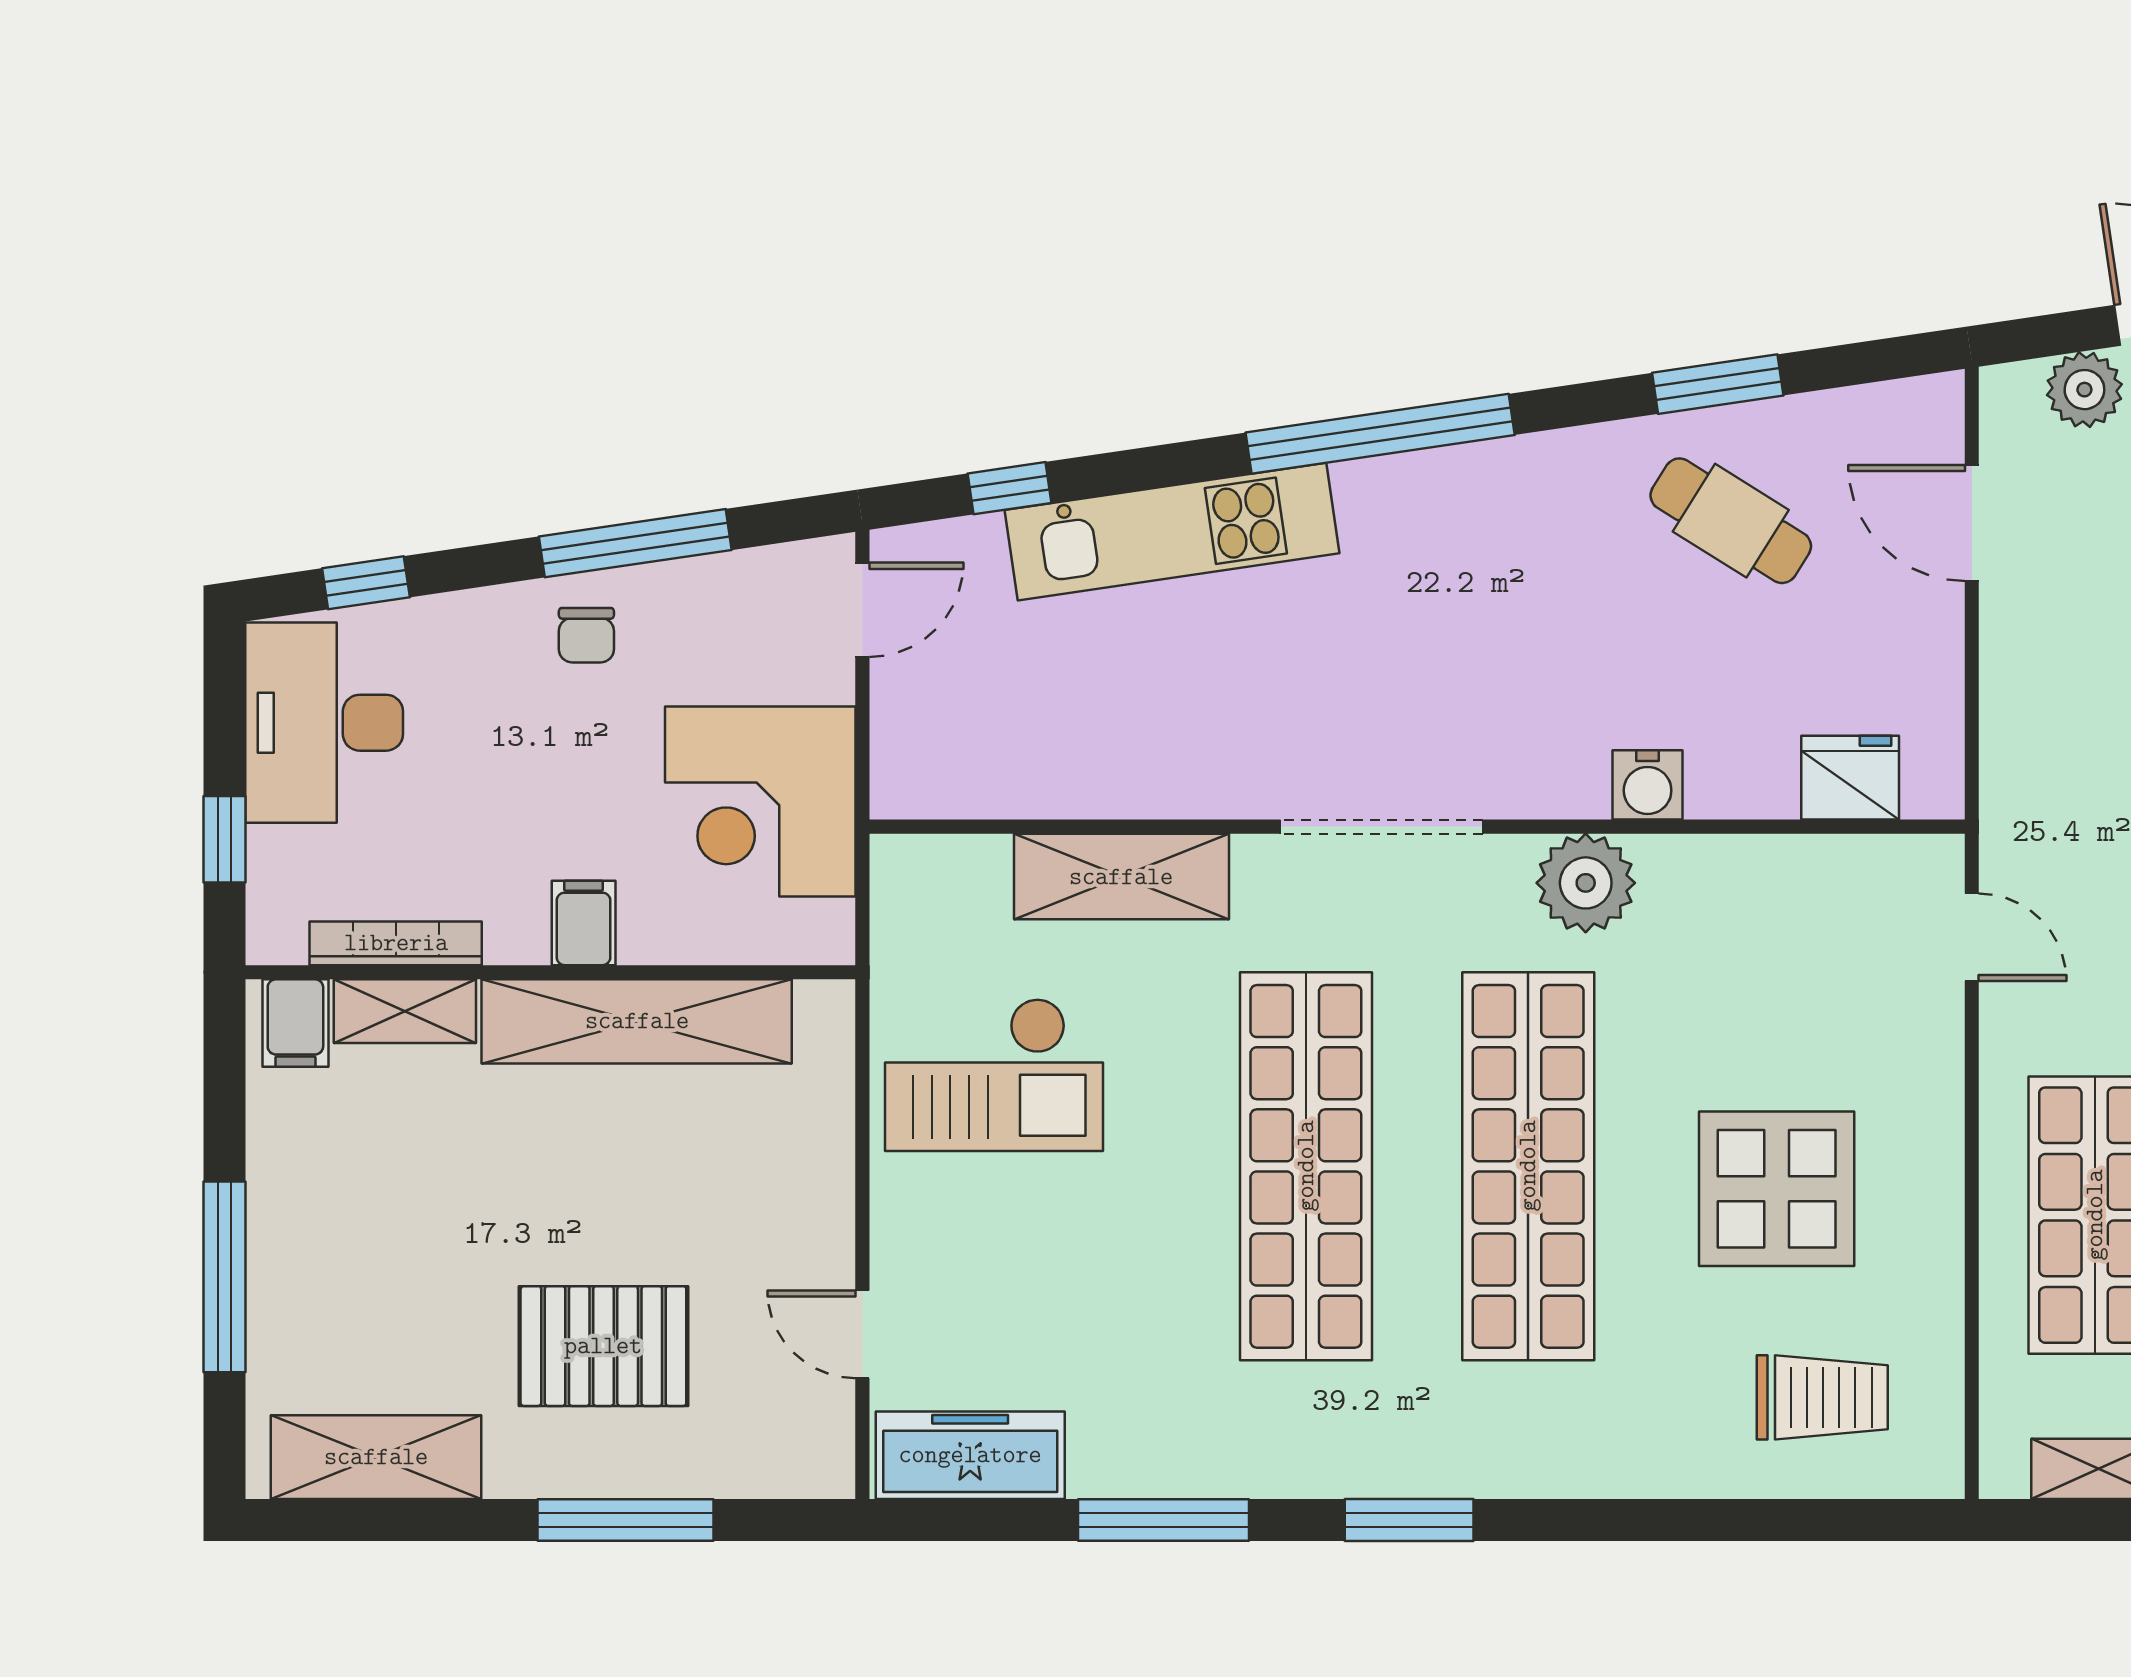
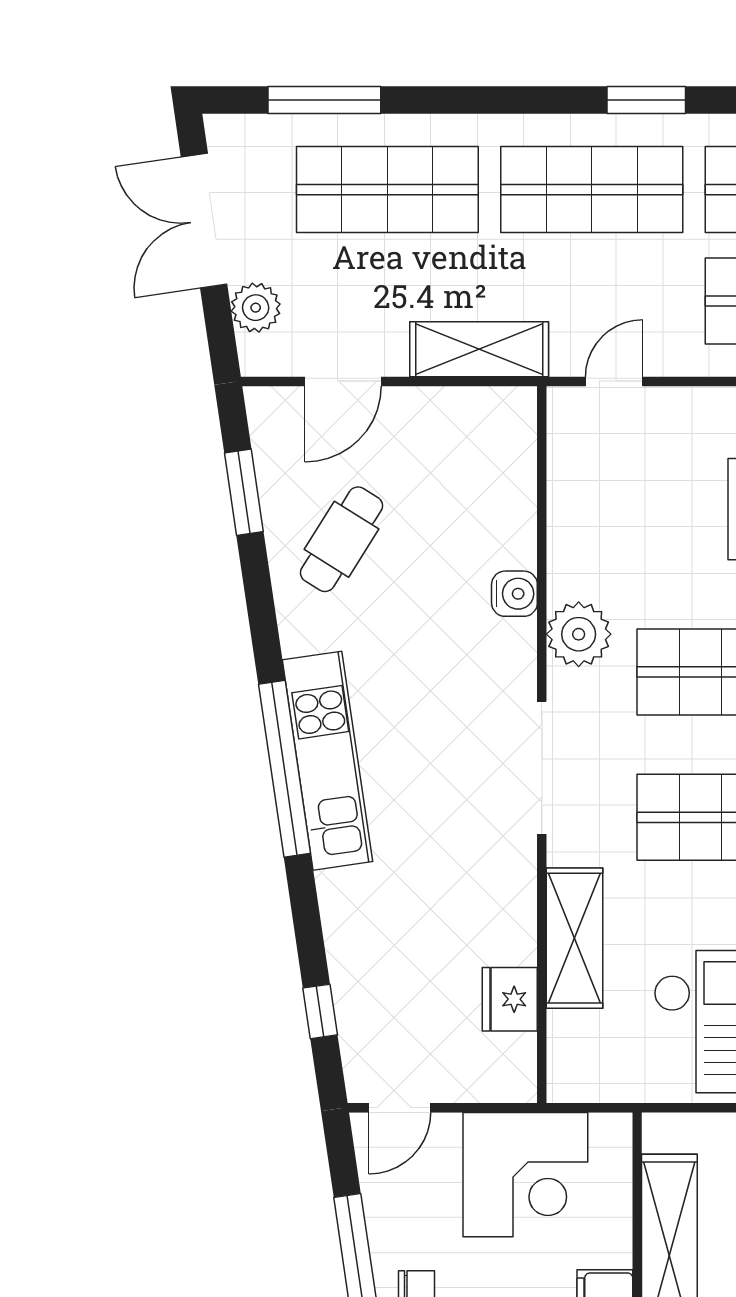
window: (1718, 384) -> (244, 492), moved
kitchen unit: (1172, 532) -> (327, 761), moved
door: (862, 610) -> (400, 1108), swing flipped
shelving: (2021, 731) -> (479, 349), added
fridge: (1850, 778) -> (510, 999), moved

